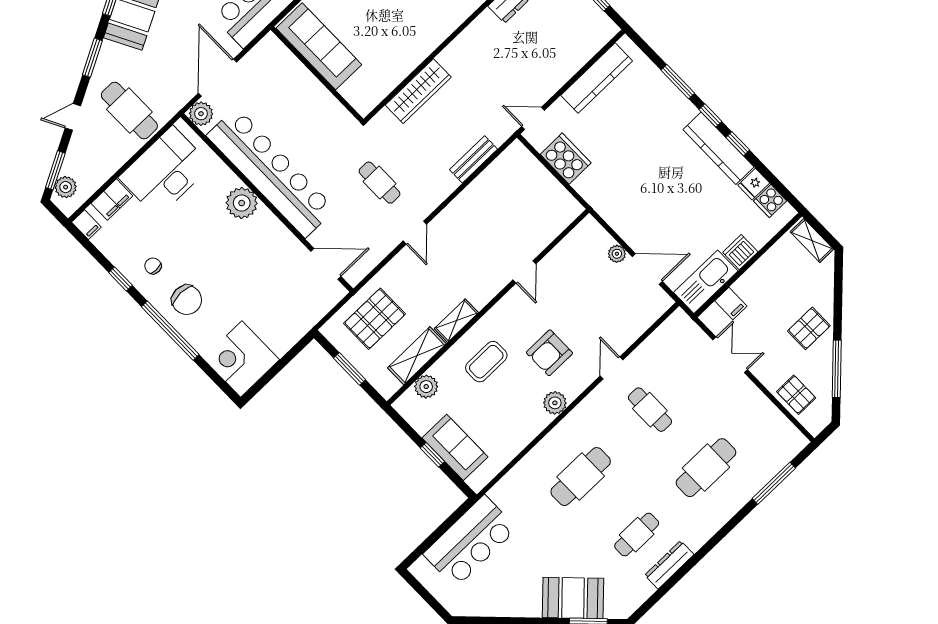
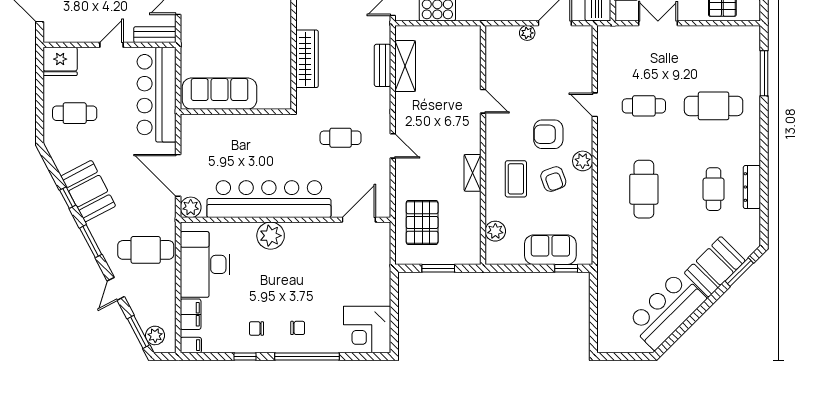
chair: (187, 300) -> (298, 328), width x0.54, depth x0.54
armchair: (549, 353) -> (548, 134), turned 90
shelving: (417, 356) -> (405, 66), moved
armchair: (516, 393) -> (553, 179), added
window: (432, 455) -> (566, 268), moved
cafe table: (706, 468) -> (714, 106), turned 90
bar counter: (470, 541) -> (667, 310), moved, turned -135

